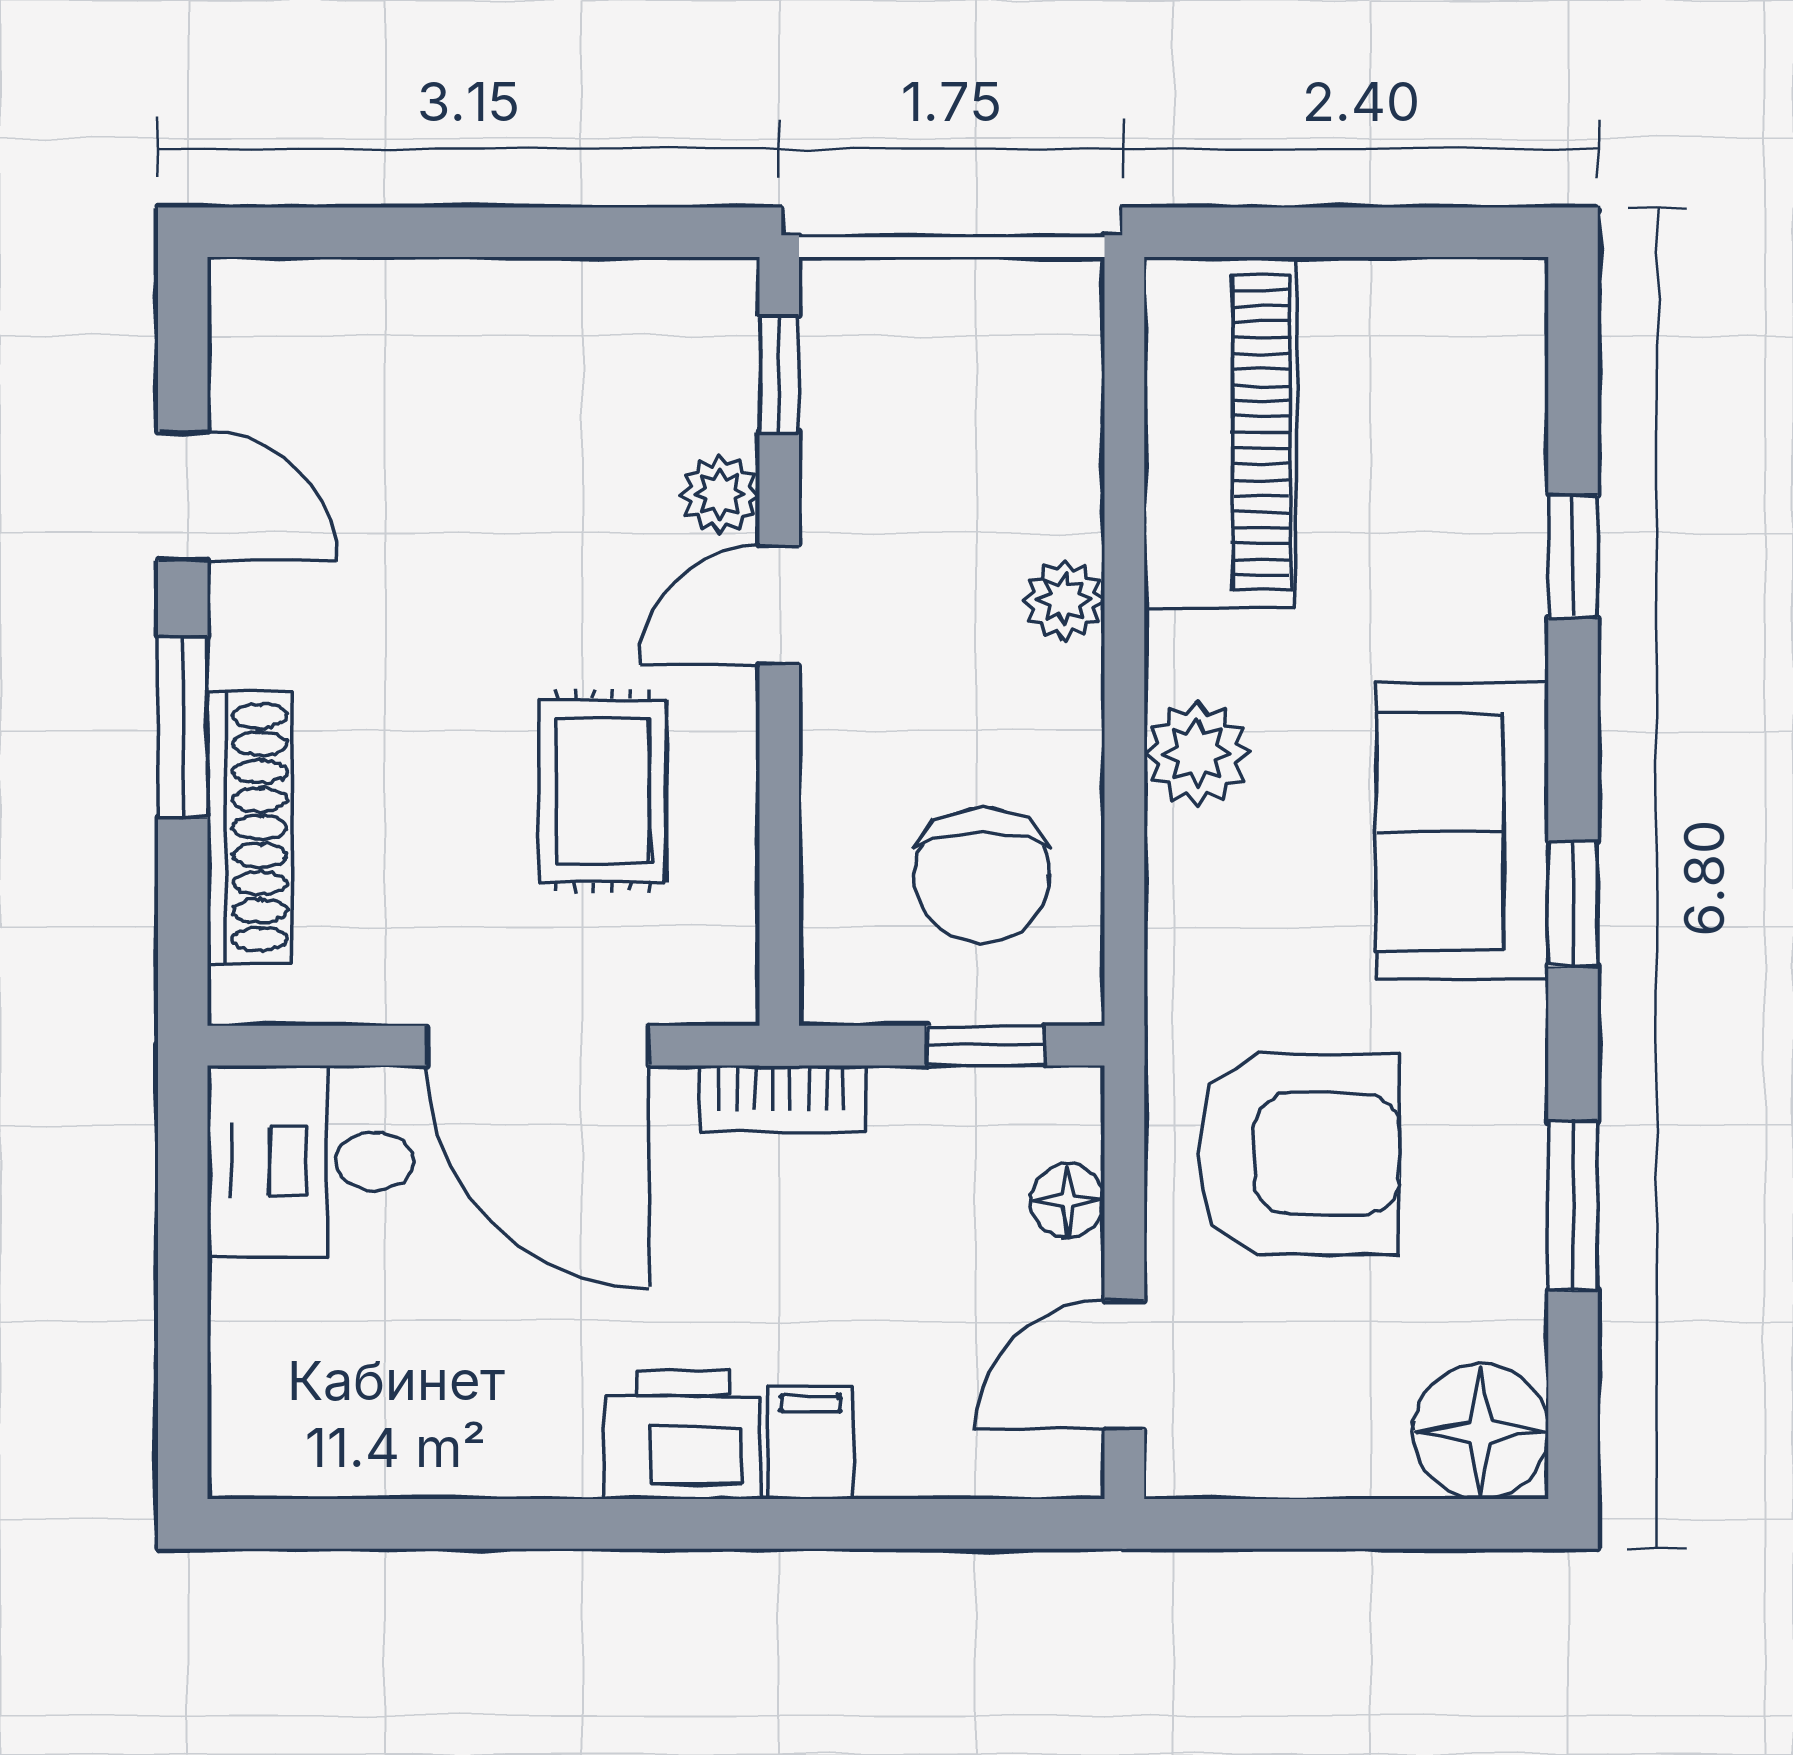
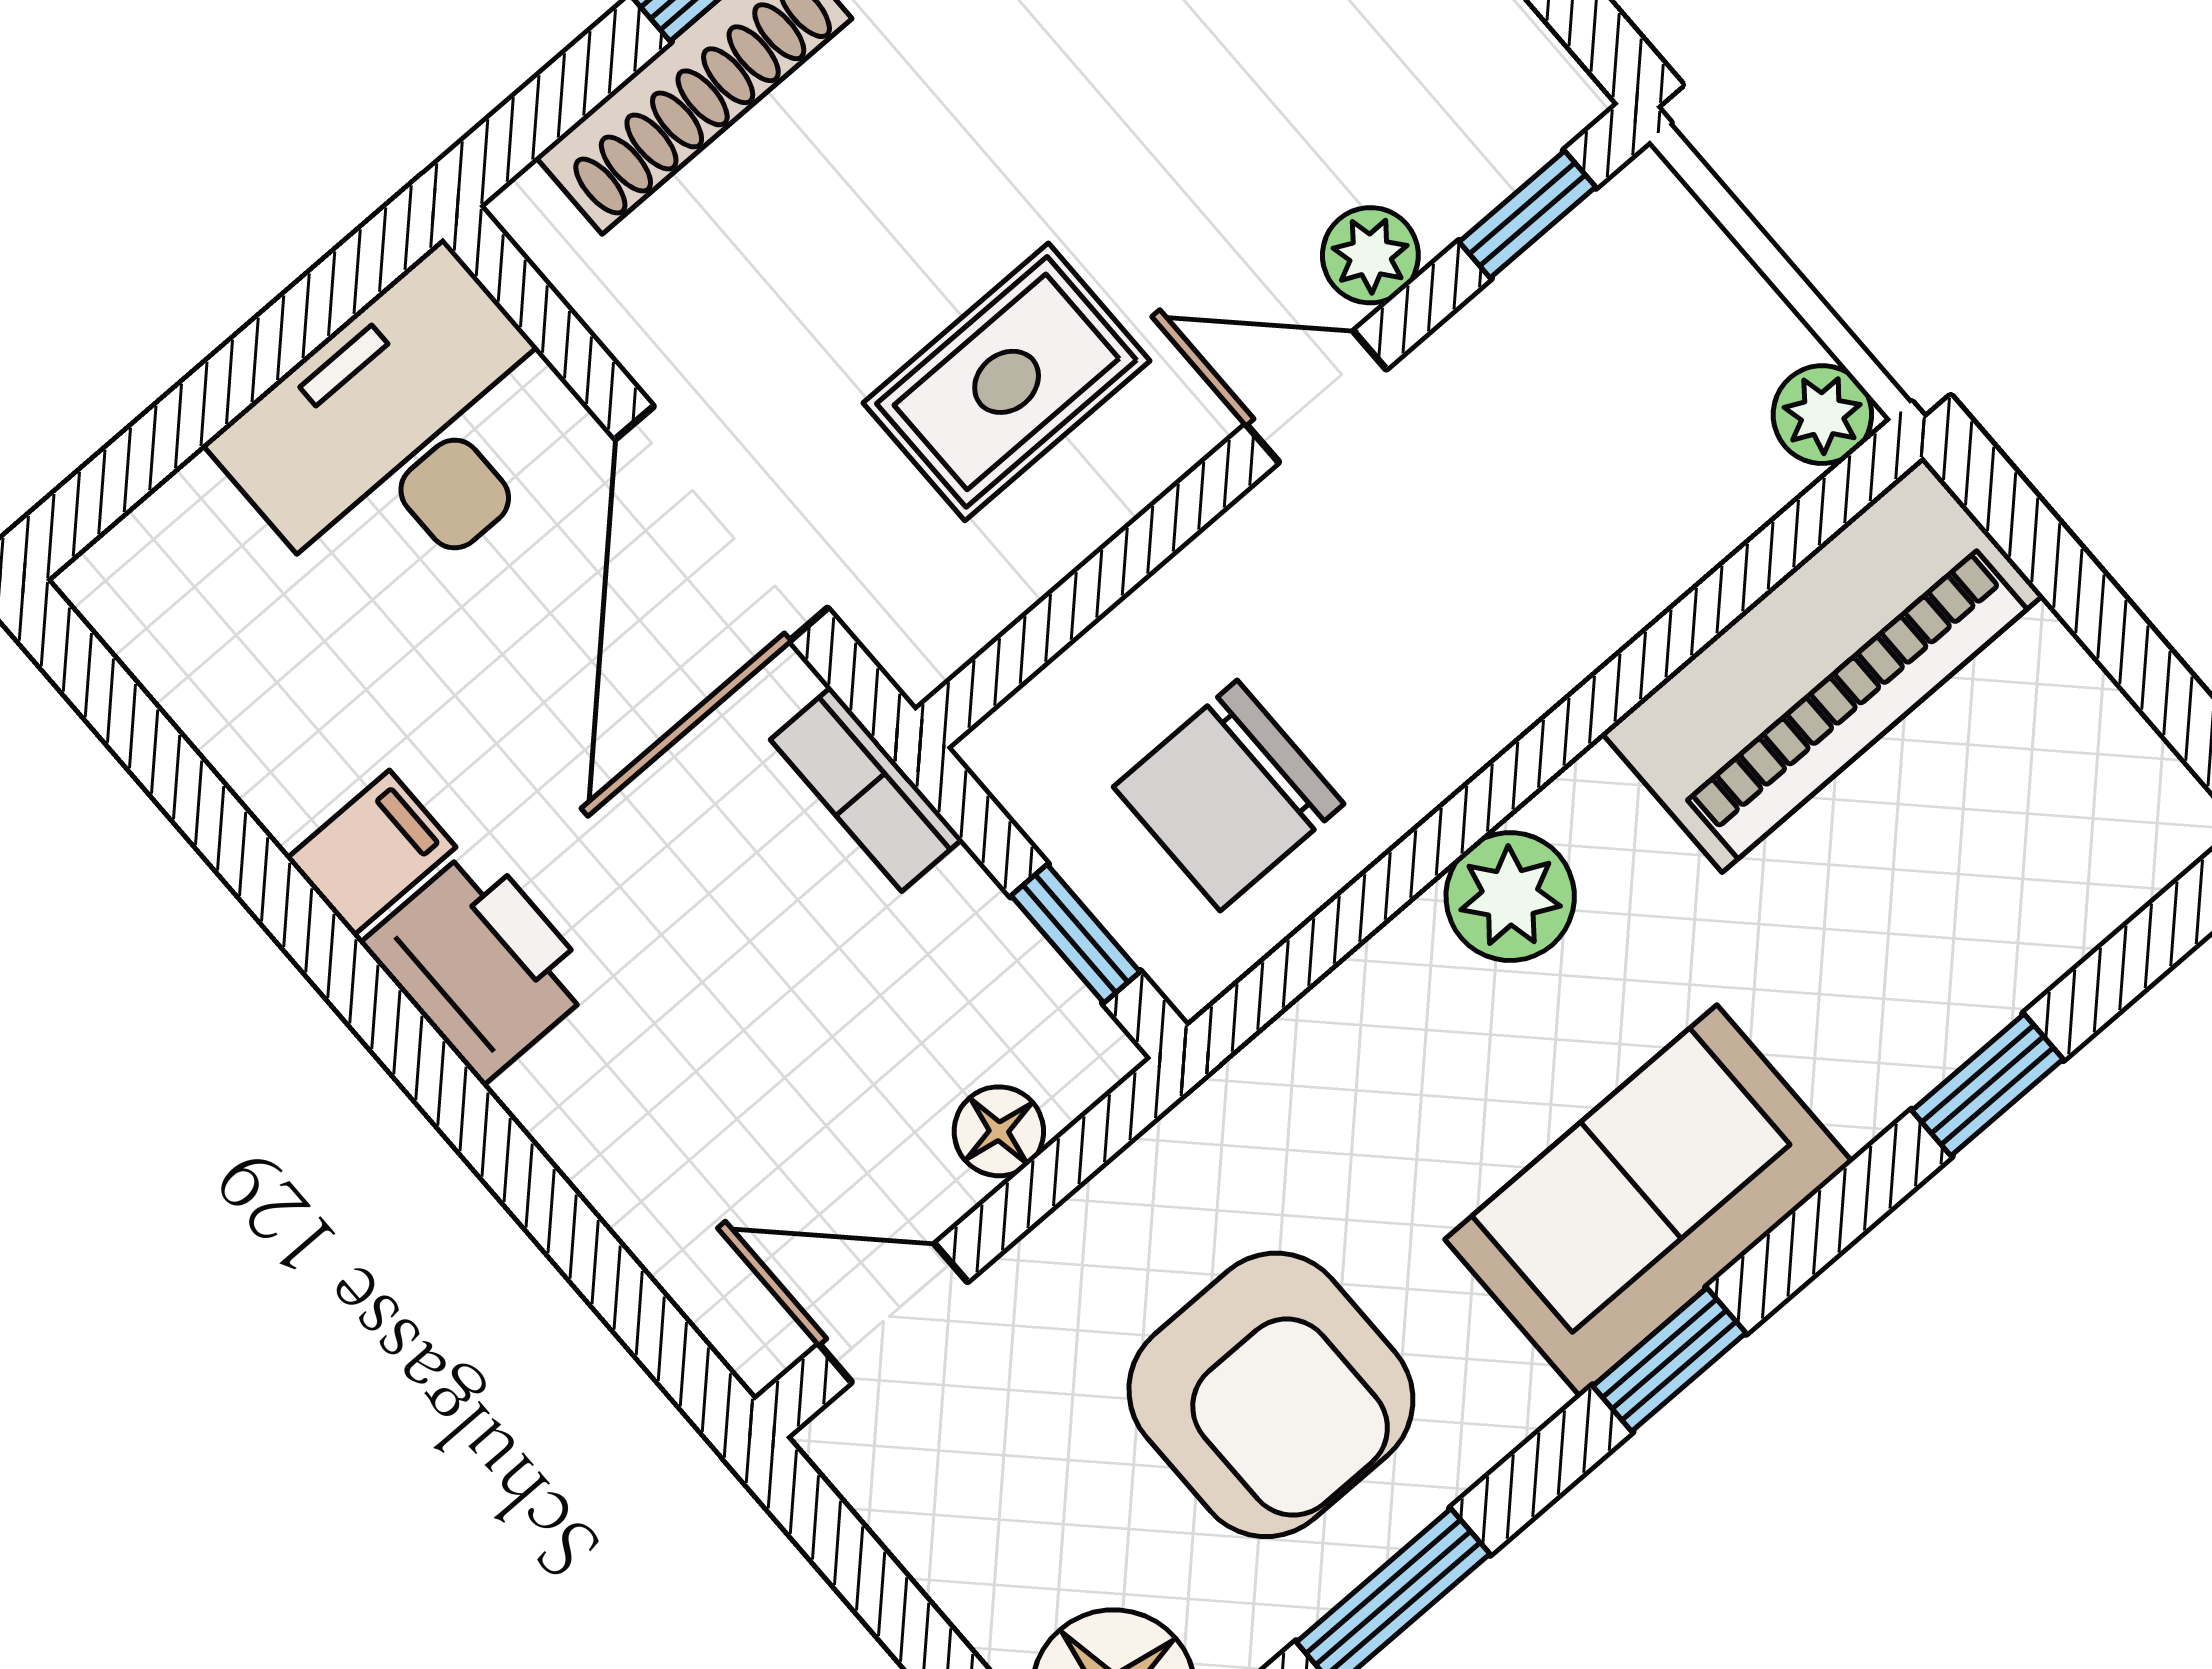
plant: (1064, 600) -> (1822, 415), moved
armchair: (1299, 1154) -> (1271, 1395), moved
desk: (311, 1161) -> (404, 435), width x1.37
filing cabinet: (811, 1443) -> (371, 853), moved

